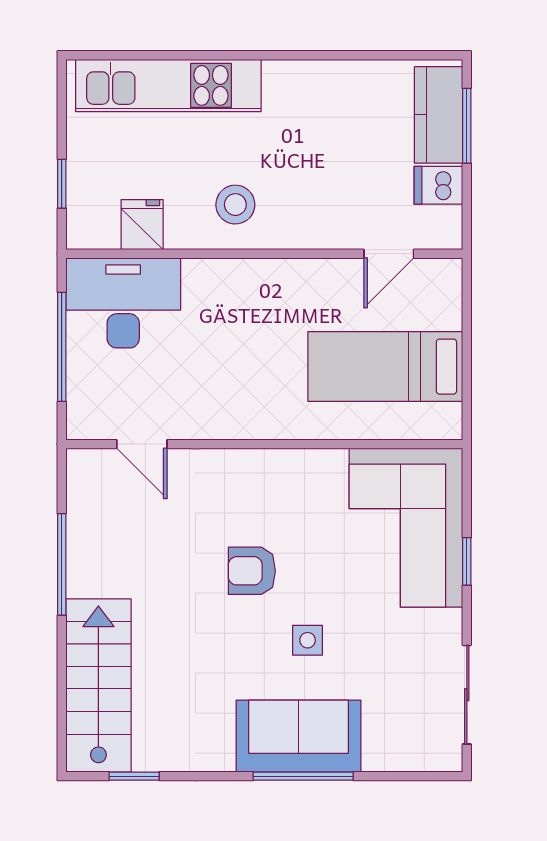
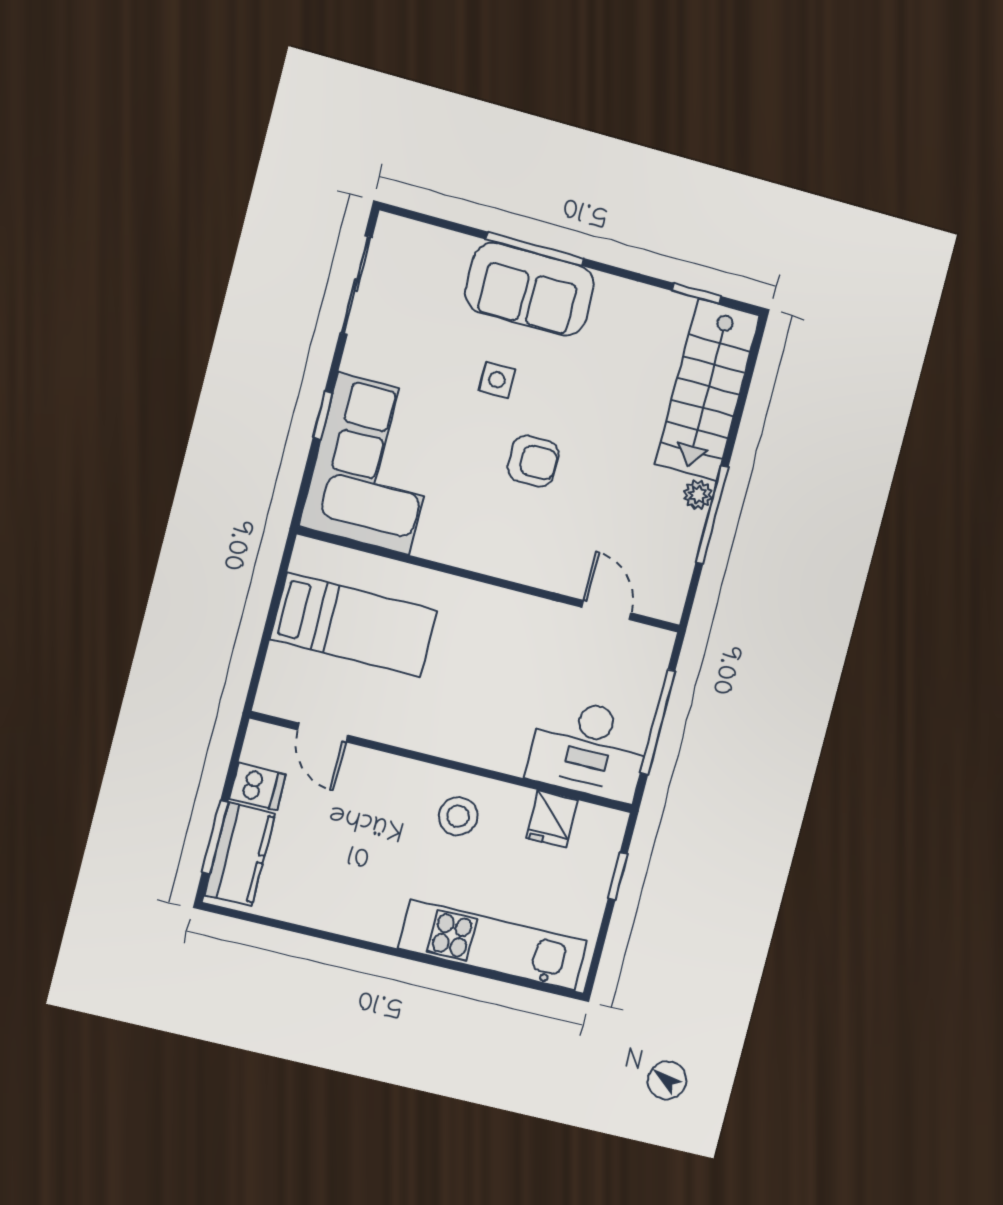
door: (389, 254) -> (323, 733), swing flipped
plant: (81, 581) -> (698, 495), added

